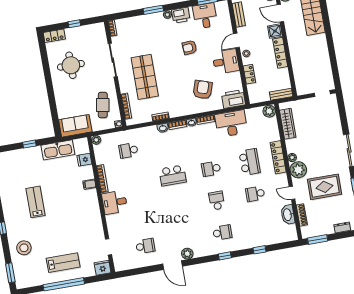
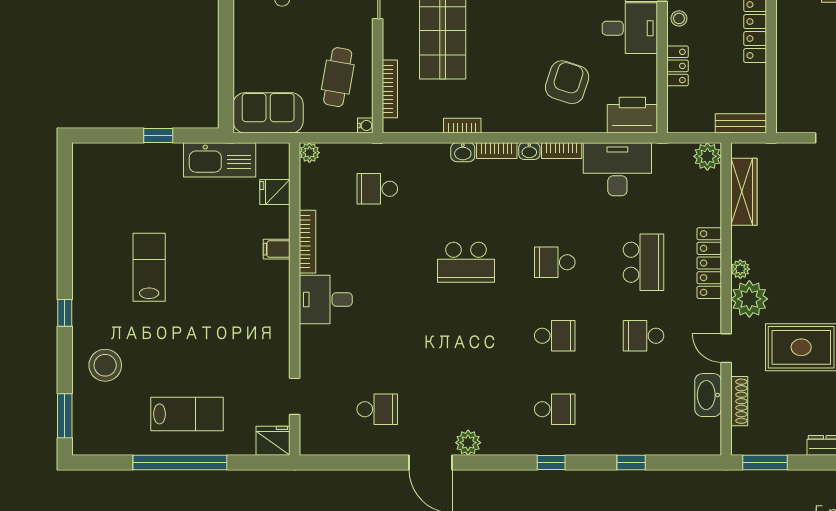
school desk: (217, 201) -> (555, 336), turned 90

